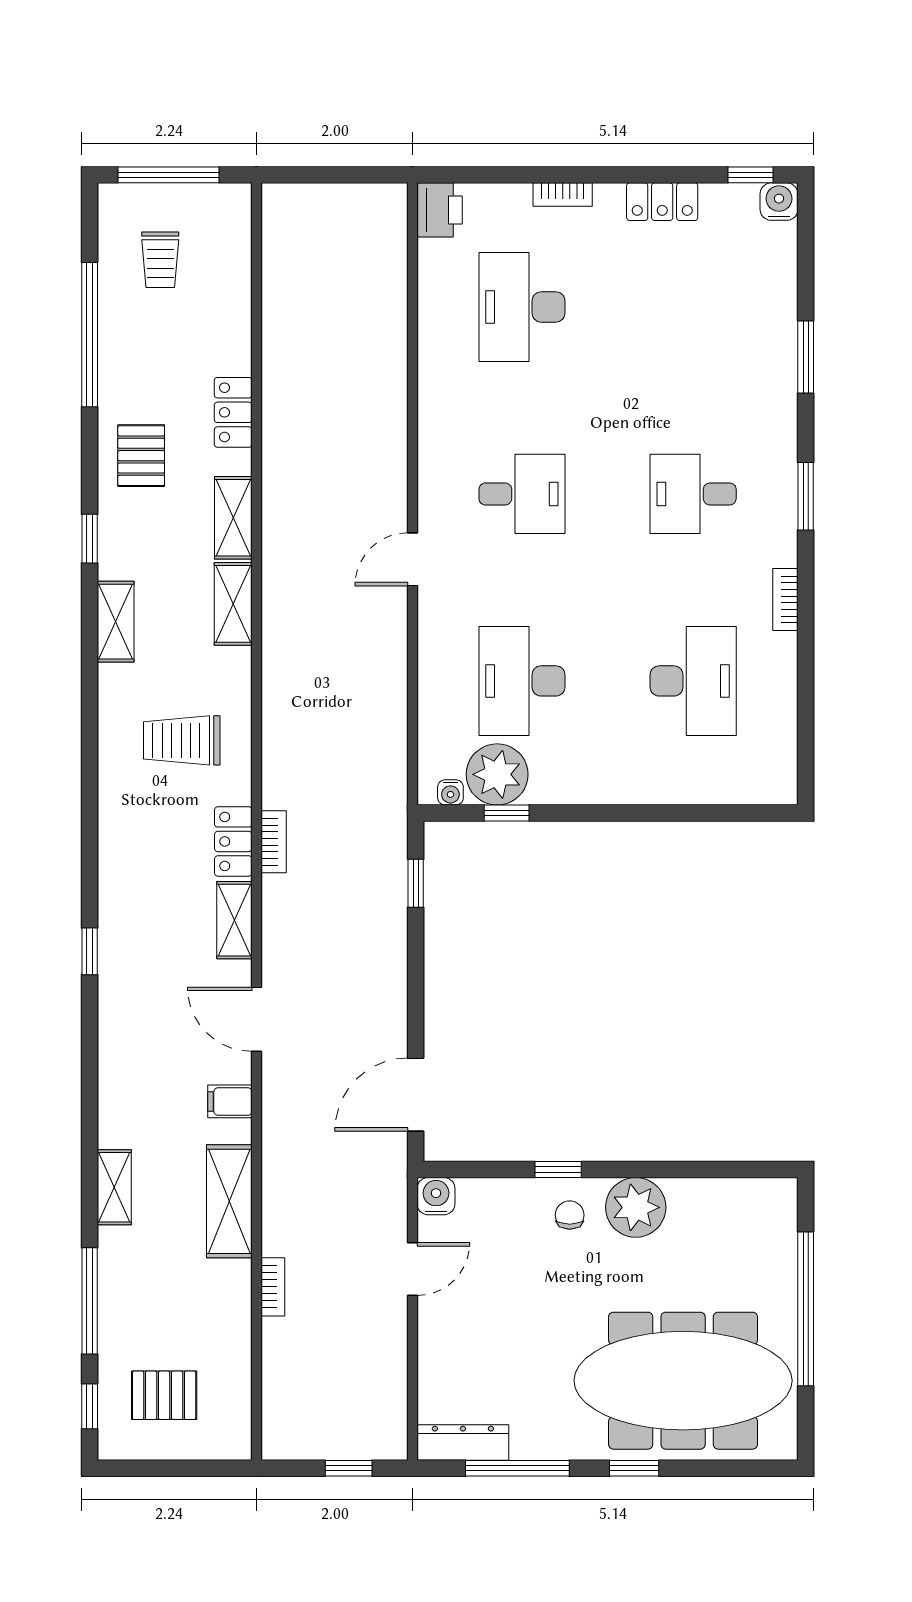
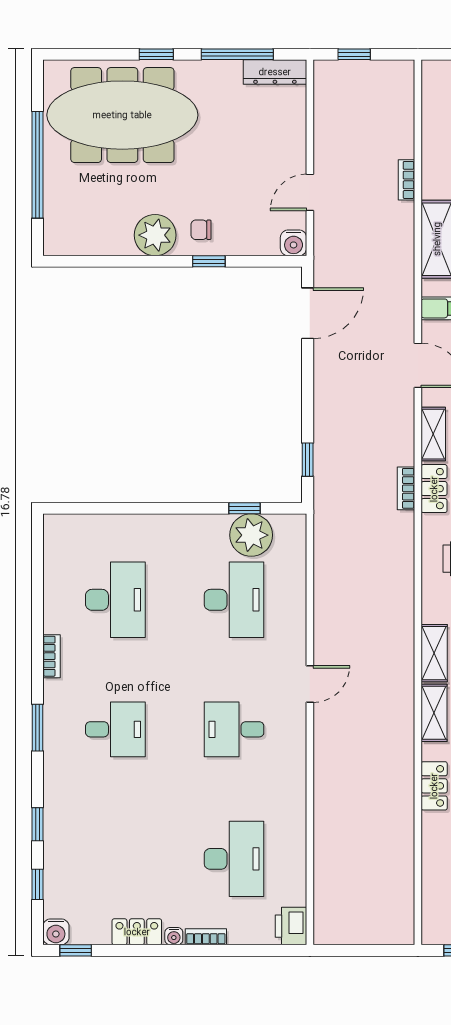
window: (806, 270) -> (37, 884), added
window: (806, 357) -> (37, 824), width x0.67
desk: (693, 681) -> (115, 600), turned 180
water cooler: (450, 792) -> (174, 936), moved, turned 180
chair: (570, 1215) -> (201, 230), turned 90

